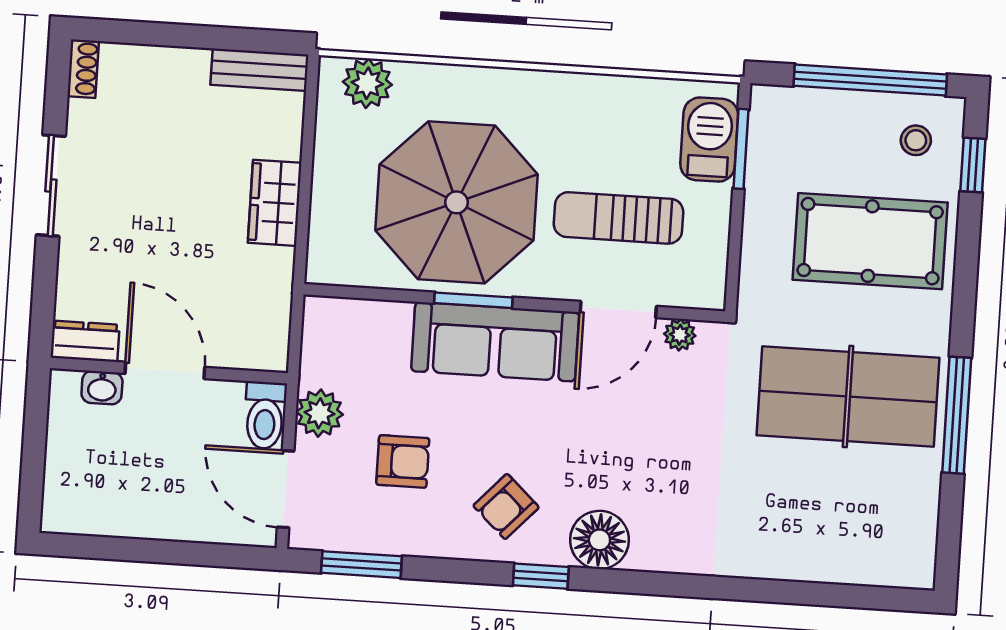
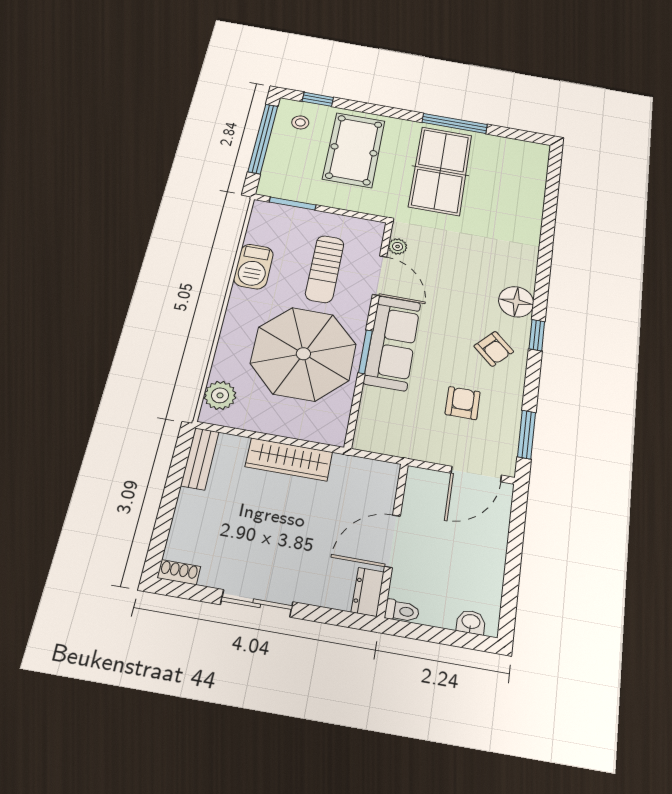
barbecue: (709, 140) -> (253, 267), moved, turned -90
wardrobe: (275, 203) -> (289, 459), width x1.50
washbasin: (102, 388) -> (471, 622), moved, turned -90
plant: (319, 413) -> (429, 448), removed
toilet: (265, 415) -> (402, 611), moved, width x0.73, depth x0.72

